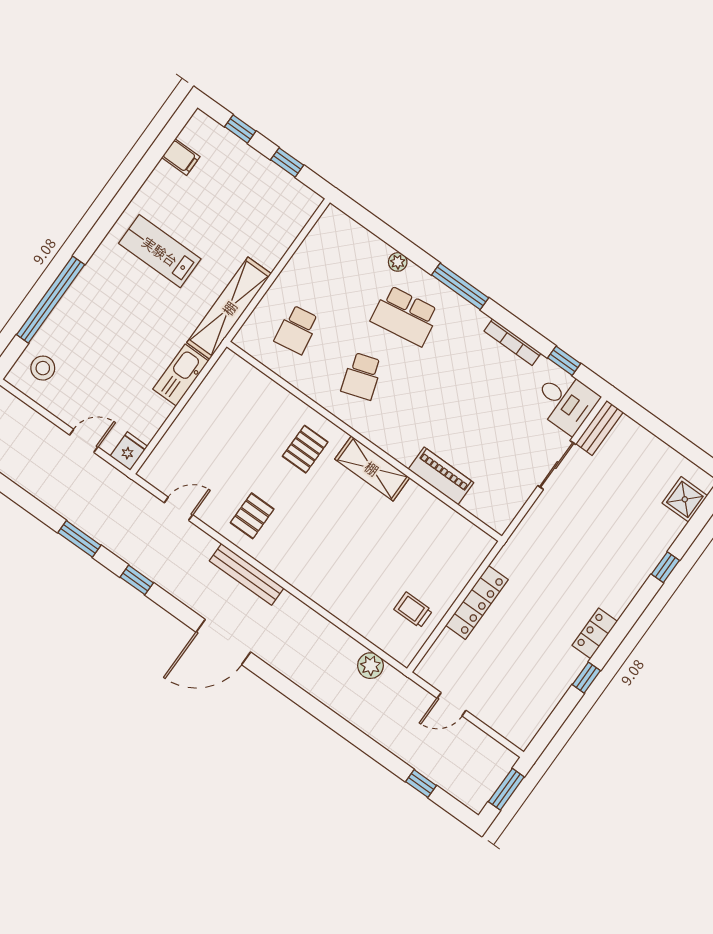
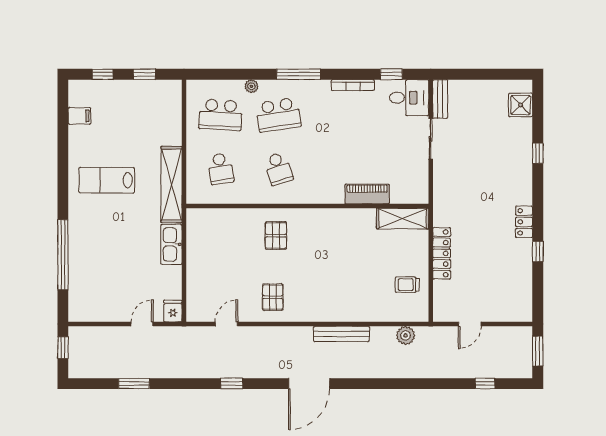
school desk: (340, 269) -> (221, 115), added
stool: (43, 368) -> (87, 298), removed
shelving: (372, 468) -> (403, 219), moved
window: (79, 539) -> (134, 384), moved
bench: (247, 574) -> (341, 334), moved

